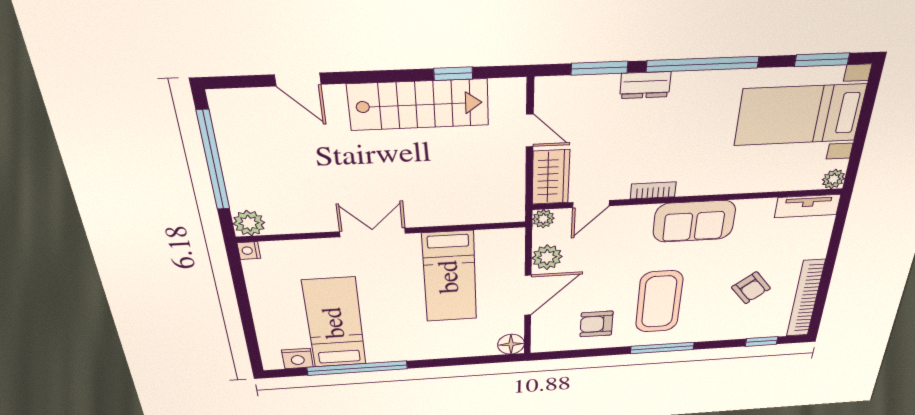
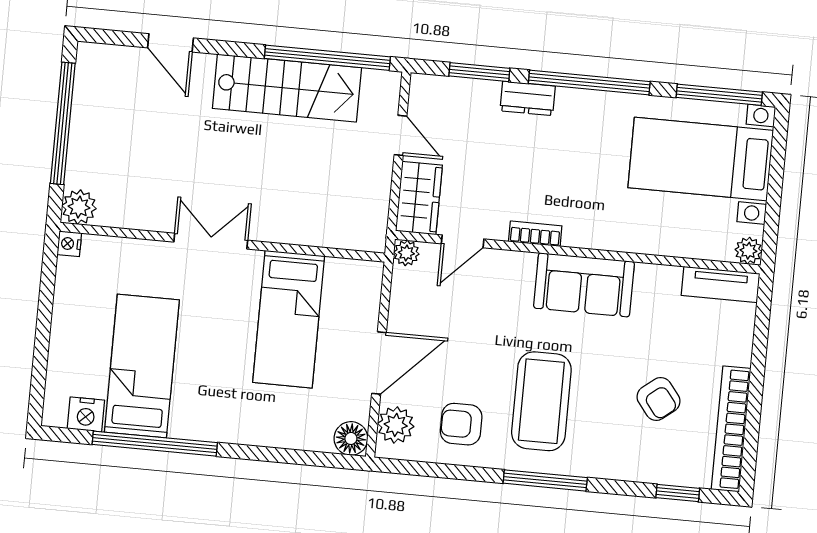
window: (822, 60) -> (719, 95), width x1.44
window: (453, 74) -> (327, 58), width x3.17
plant: (547, 257) -> (396, 425), moved

